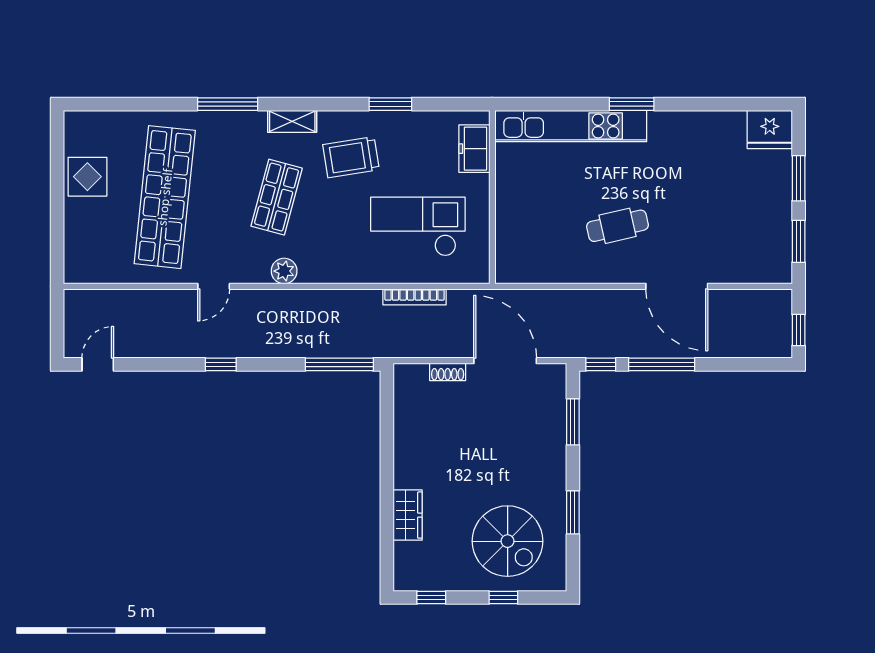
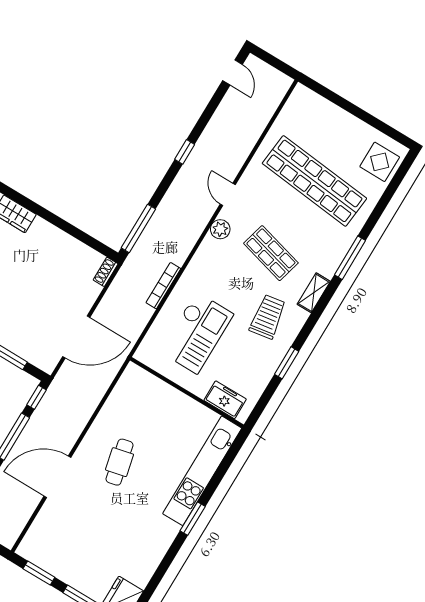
display table: (87, 177) -> (380, 162), moved
door: (214, 286) -> (228, 194), moved
bookcase: (414, 297) -> (163, 286), moved
shoe rack: (448, 372) -> (106, 272), moved

